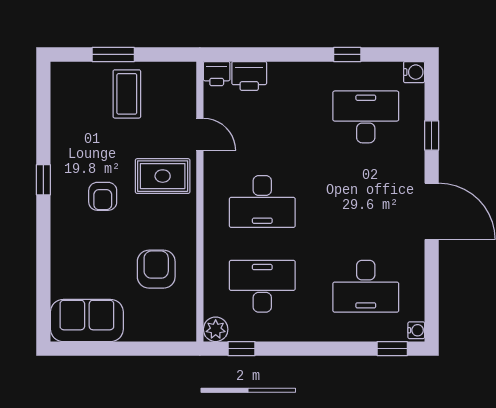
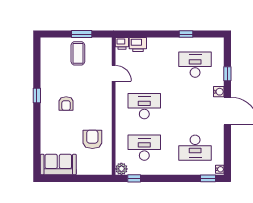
window: (113, 54) -> (82, 34), moved
water cooler: (414, 72) -> (219, 92), moved
rug: (163, 176) -> (95, 94), removed
desk: (262, 202) -> (144, 106), turned 180

